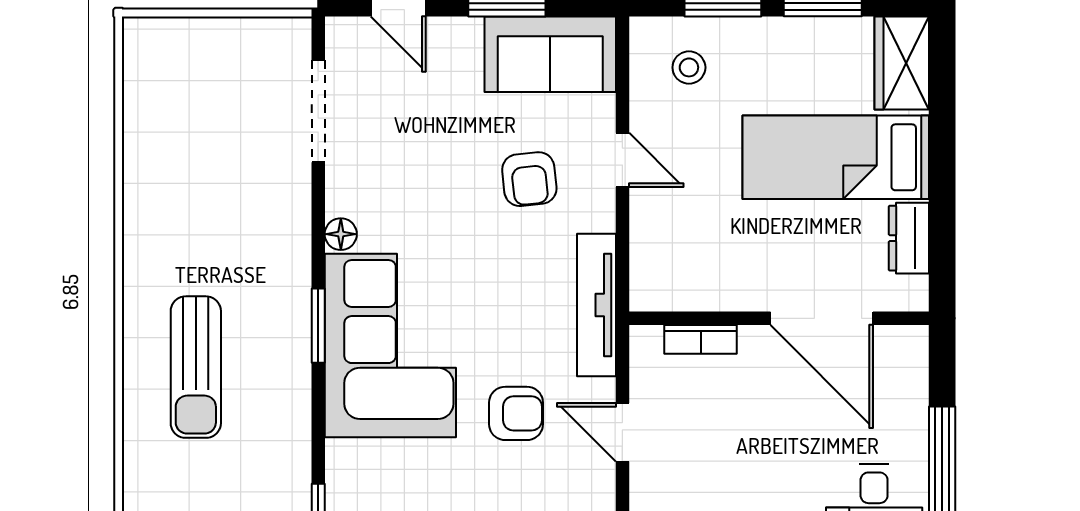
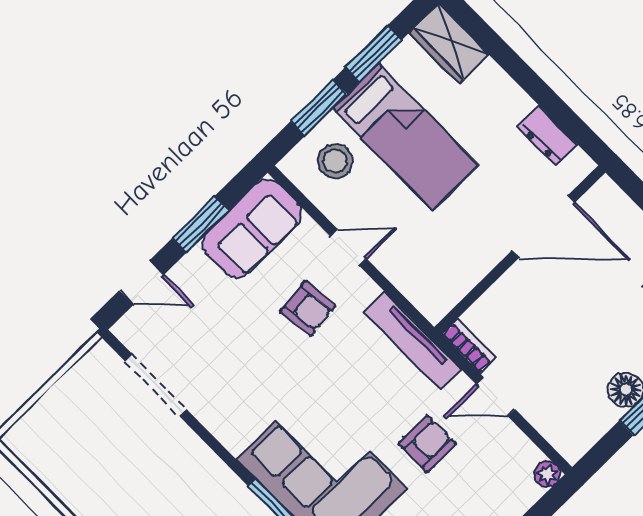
stool: (689, 67) -> (335, 161), width x1.37, depth x1.37
bed: (836, 157) -> (406, 137), moved, turned -90
floor lamp: (341, 234) -> (234, 440), removed
bookcase: (701, 339) -> (469, 346), moved, turned -90

